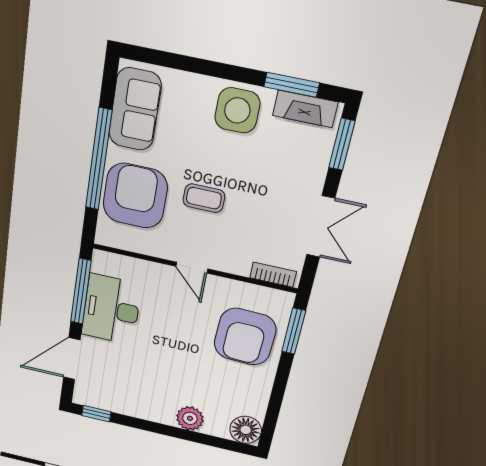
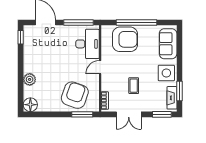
sofa: (135, 109) -> (168, 44), moved, turned 90
coffee table: (204, 198) -> (134, 86), moved
desk: (111, 310) -> (87, 44), moved, turned 90
armchair: (245, 337) -> (75, 95), turned 107

